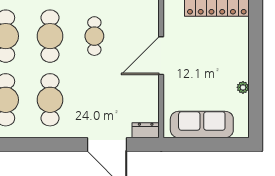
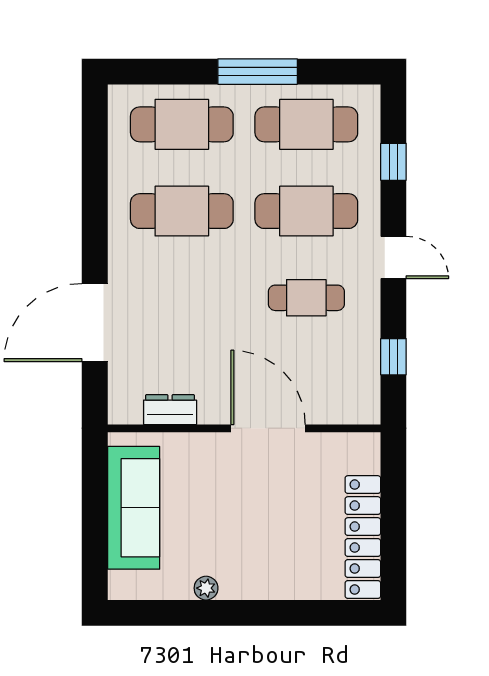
dresser: (146, 130) -> (170, 410), moved, turned -90

